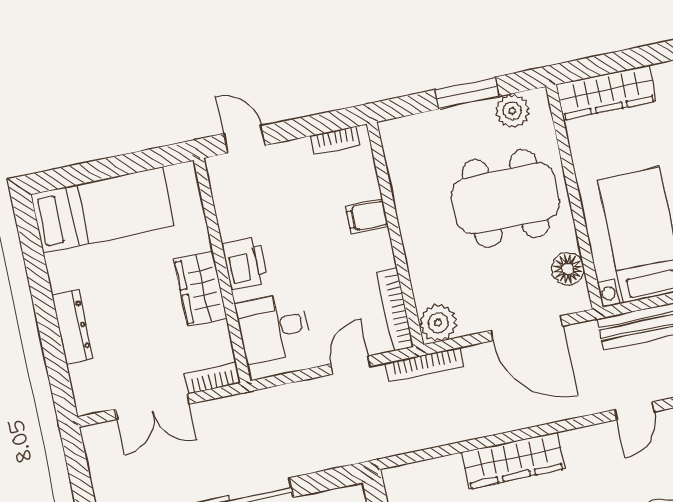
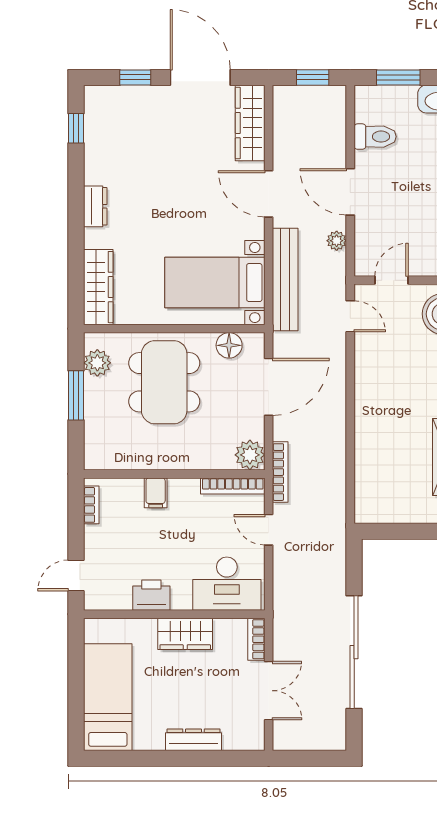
printer: (245, 263) -> (151, 595), moved
desk: (273, 327) -> (227, 584), width x1.37
wardrobe: (513, 461) -> (369, 419), removed

